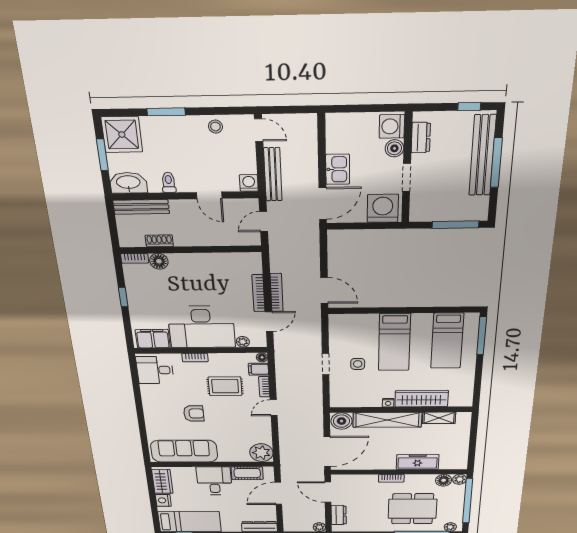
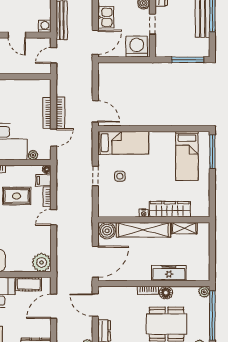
bed: (394, 342) -> (123, 143), moved, turned -90
floor lamp: (444, 480) -> (166, 293), moved

